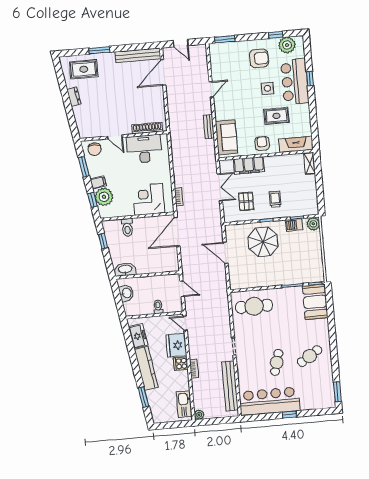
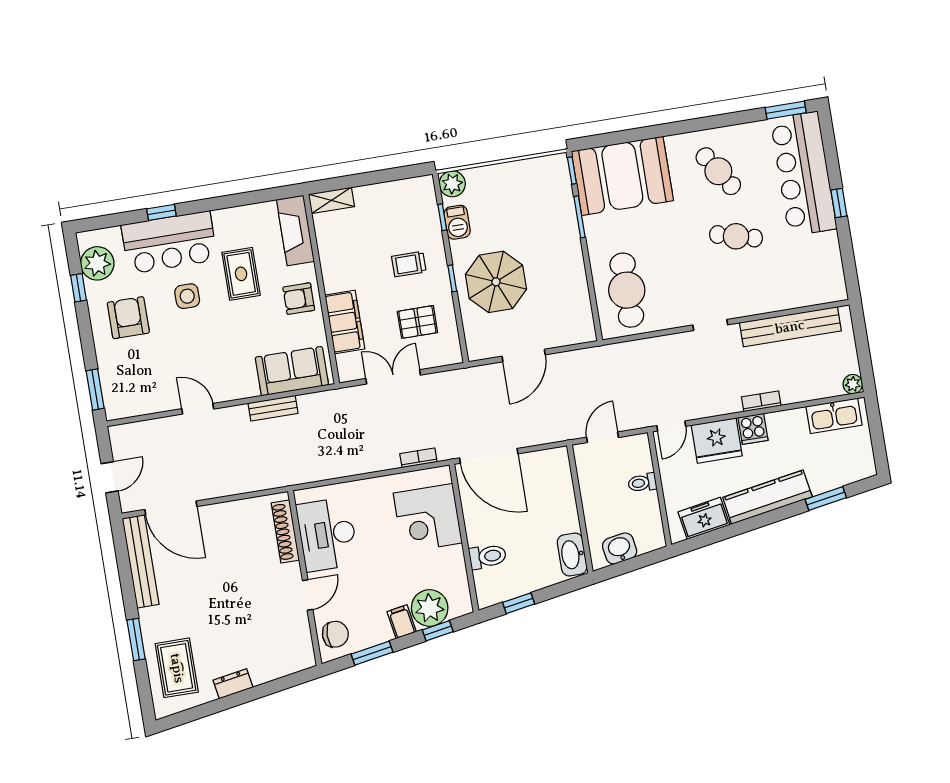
booth: (315, 302) -> (622, 176), width x1.36, depth x1.42
bar counter: (270, 401) -> (803, 174), moved

